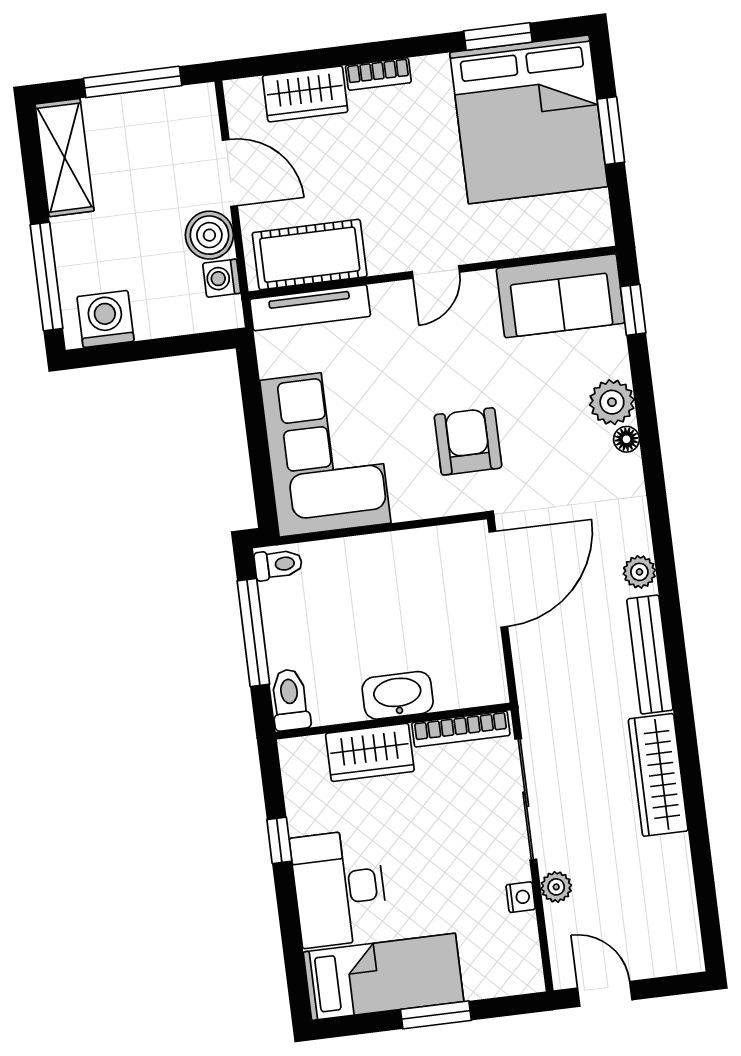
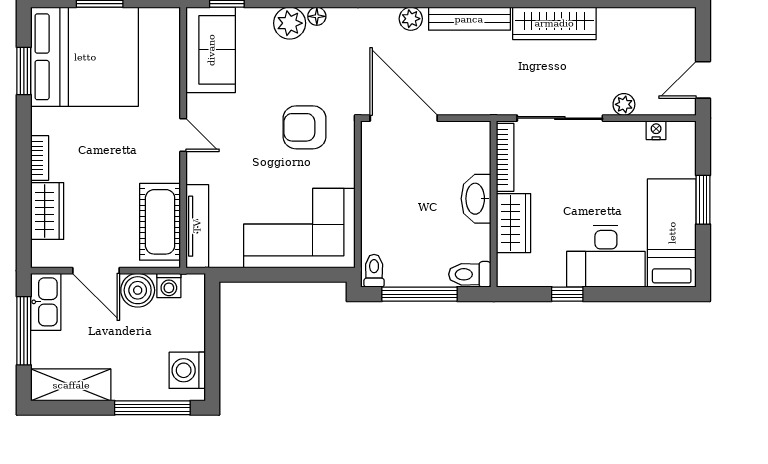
kitchen sink: (177, 108) -> (46, 302), added
door: (230, 173) -> (96, 271), swing flipped
nightstand: (521, 897) -> (656, 130), moved

